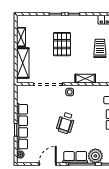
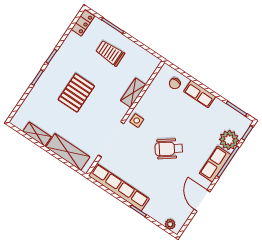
pallet: (62, 44) -> (76, 93), turned 90
wheelchair: (66, 123) -> (169, 149), turned 126
row of seats: (22, 127) -> (119, 187), moved

